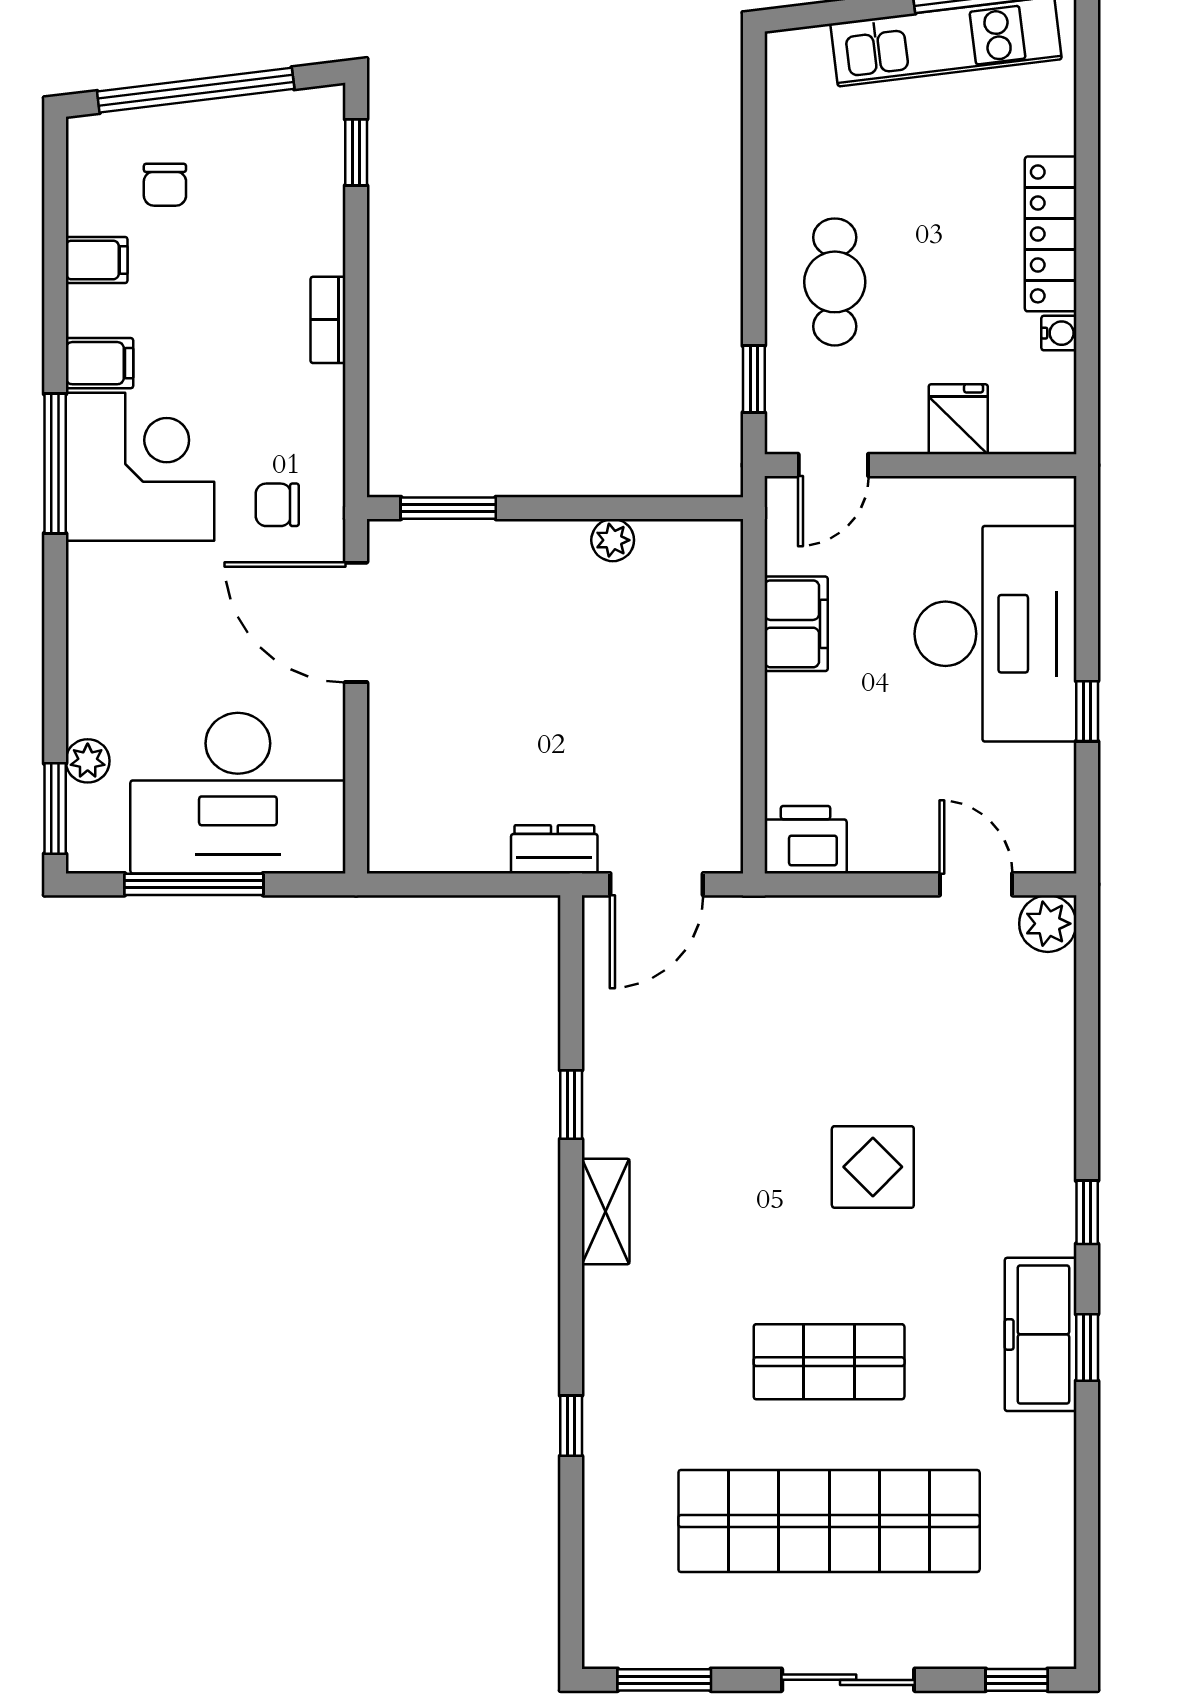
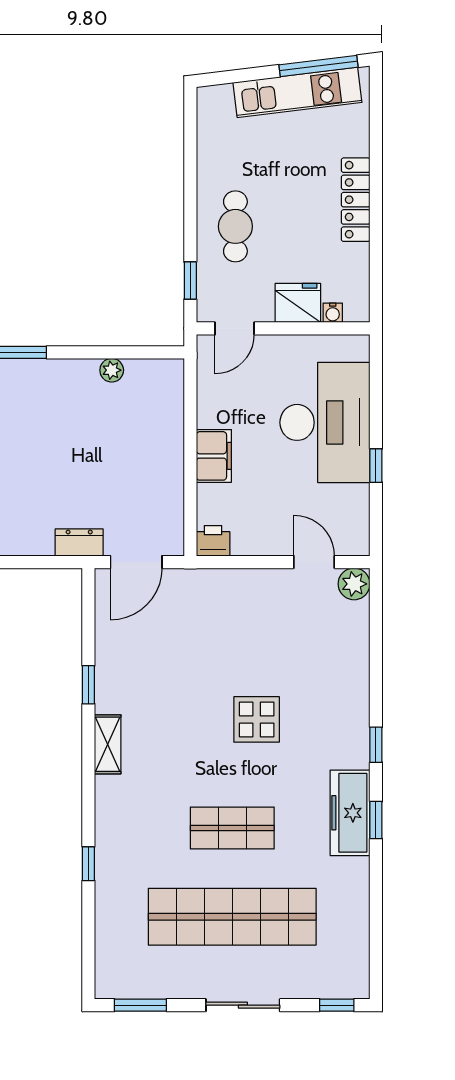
water cooler: (1059, 333) -> (333, 313), moved, turned 90
fridge: (958, 419) -> (298, 303), width x1.38
filing cabinet: (796, 624) -> (214, 456), moved
printer: (806, 840) -> (213, 541), width x0.73, depth x0.81

